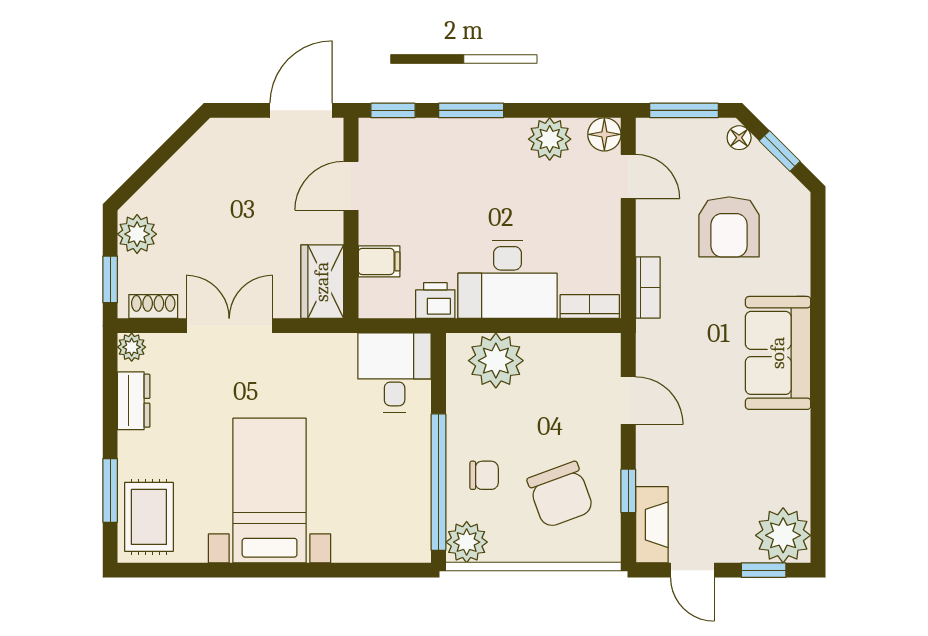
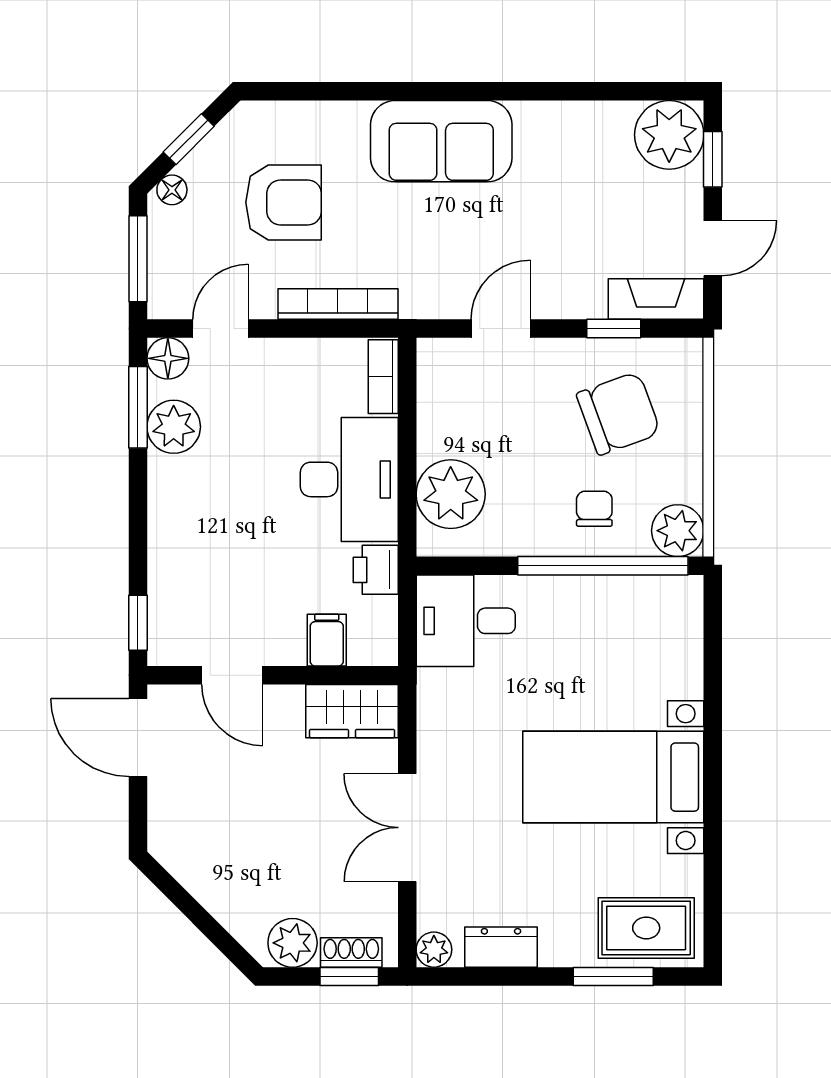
window: (471, 110) -> (138, 407), moved
bookcase: (648, 288) -> (338, 304), width x1.56
shoe rack: (153, 307) -> (351, 952), moved, turned 90

